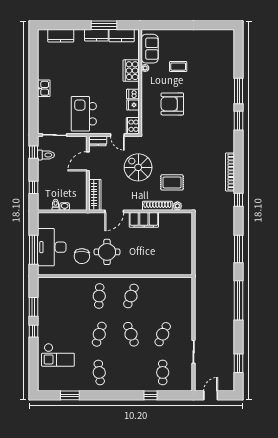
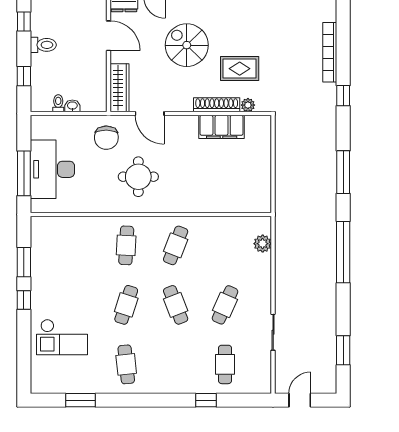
toilet: (46, 155) -> (43, 45), moved
door: (88, 161) -> (109, 36), swing flipped
door: (114, 211) -> (150, 114), hinge flipped
filing cabinet: (144, 220) -> (222, 127), moved
chair: (82, 256) -> (106, 138), moved
plant: (187, 295) -> (263, 244), added

